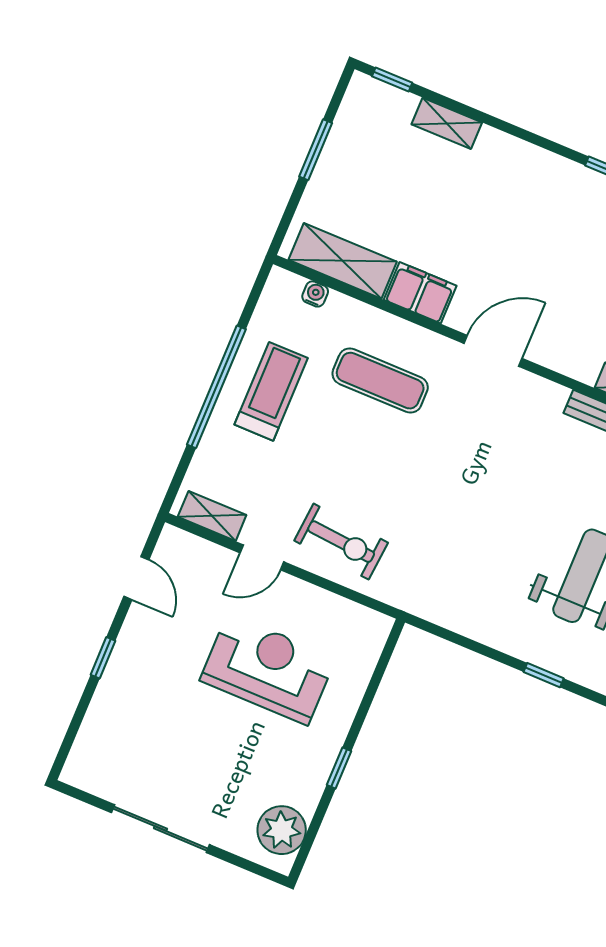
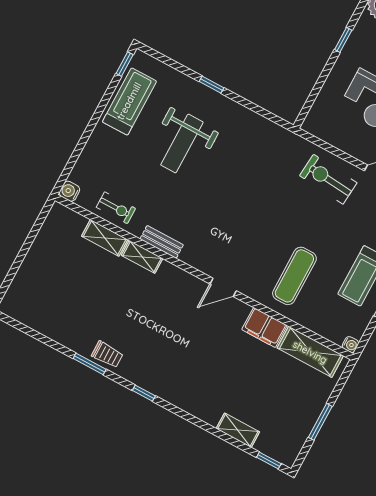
water cooler: (315, 294) -> (350, 345), moved, turned -90
door: (493, 351) -> (223, 287), width x0.73
exercise mat: (380, 381) -> (294, 276), turned 90

